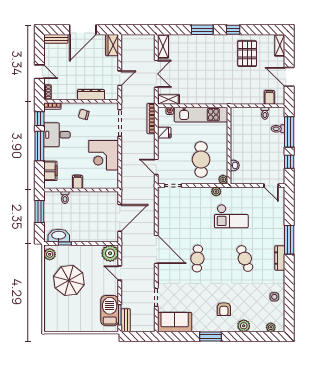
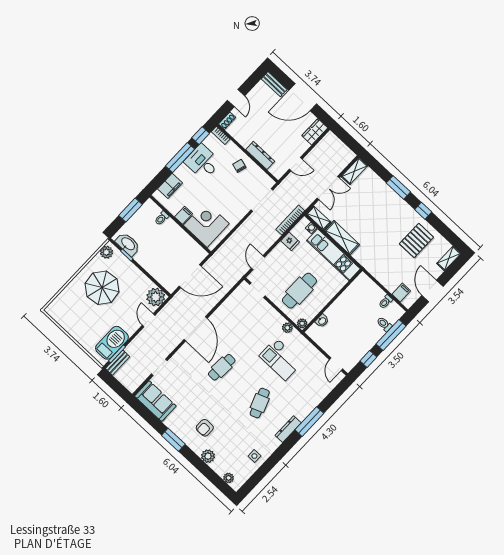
shelving: (196, 98) -> (342, 238), added
corner desk: (104, 155) -> (206, 224), moved, turned 90

